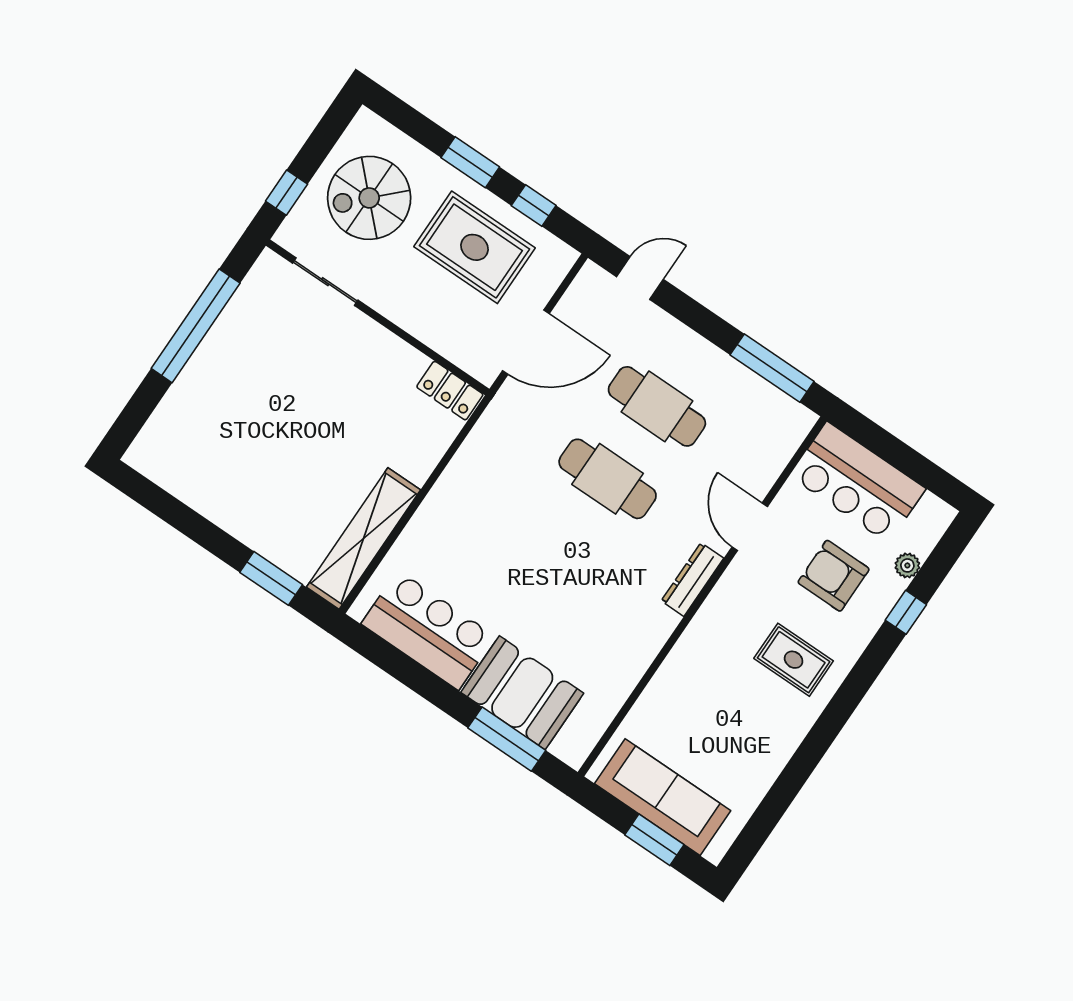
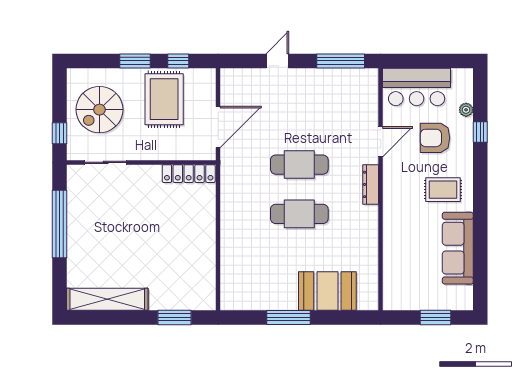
rug: (474, 247) -> (164, 99), turned 90
door: (640, 278) -> (277, 61), moved
locker: (450, 391) -> (189, 174), width x1.53
cafe table: (657, 406) -> (299, 214), moved
door: (750, 527) -> (381, 142), swing flipped
shelving: (363, 538) -> (107, 299), moved, turned 90
bar counter: (428, 630) -> (264, 292), removed
window: (507, 739) -> (289, 317), moved
sofa: (663, 797) -> (458, 248), moved, turned -90

